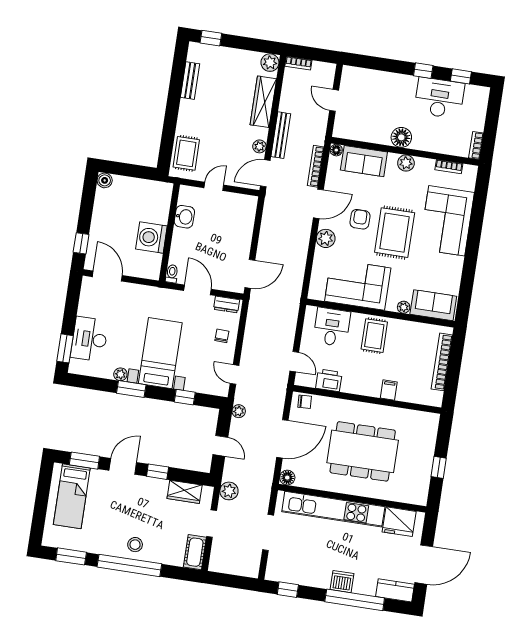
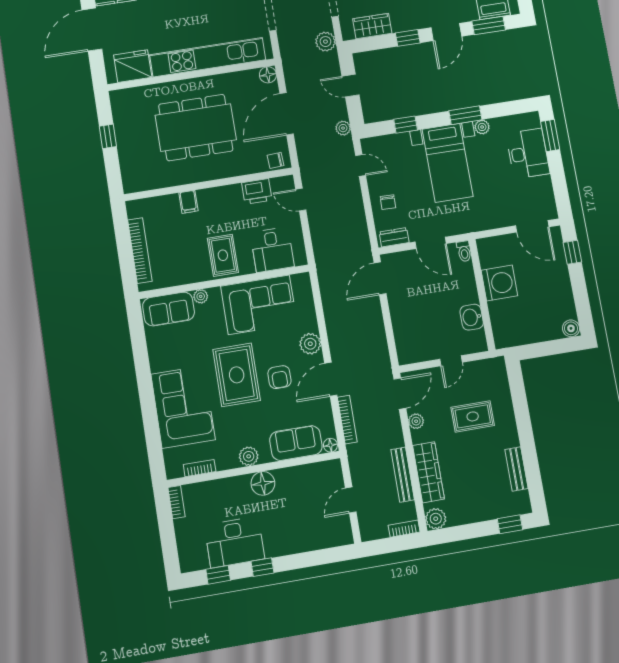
door: (334, 100) -> (351, 500), swing flipped
bench: (281, 135) -> (403, 475), moved
rug: (186, 153) -> (473, 416), moved, turned 90

